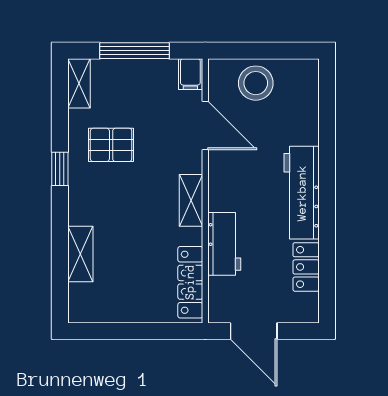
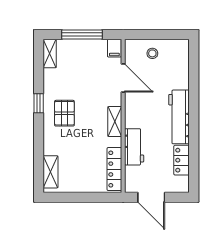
stool: (256, 83) -> (152, 53), width x0.53, depth x0.53
pallet: (111, 145) -> (64, 113), moved, turned 90
shelving: (80, 254) -> (51, 172), moved

